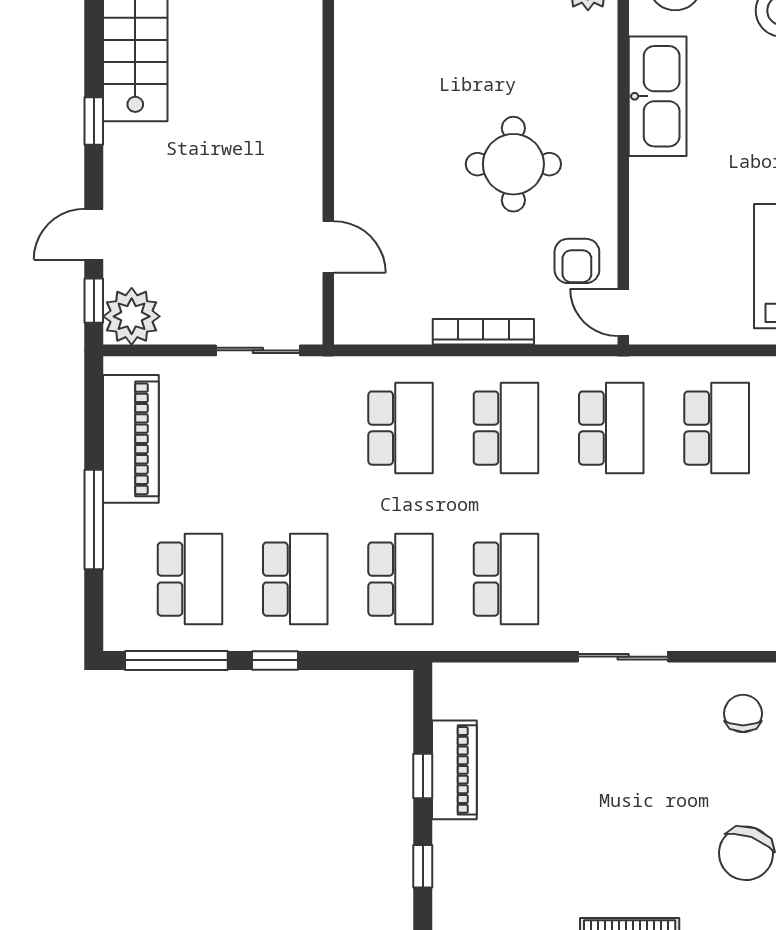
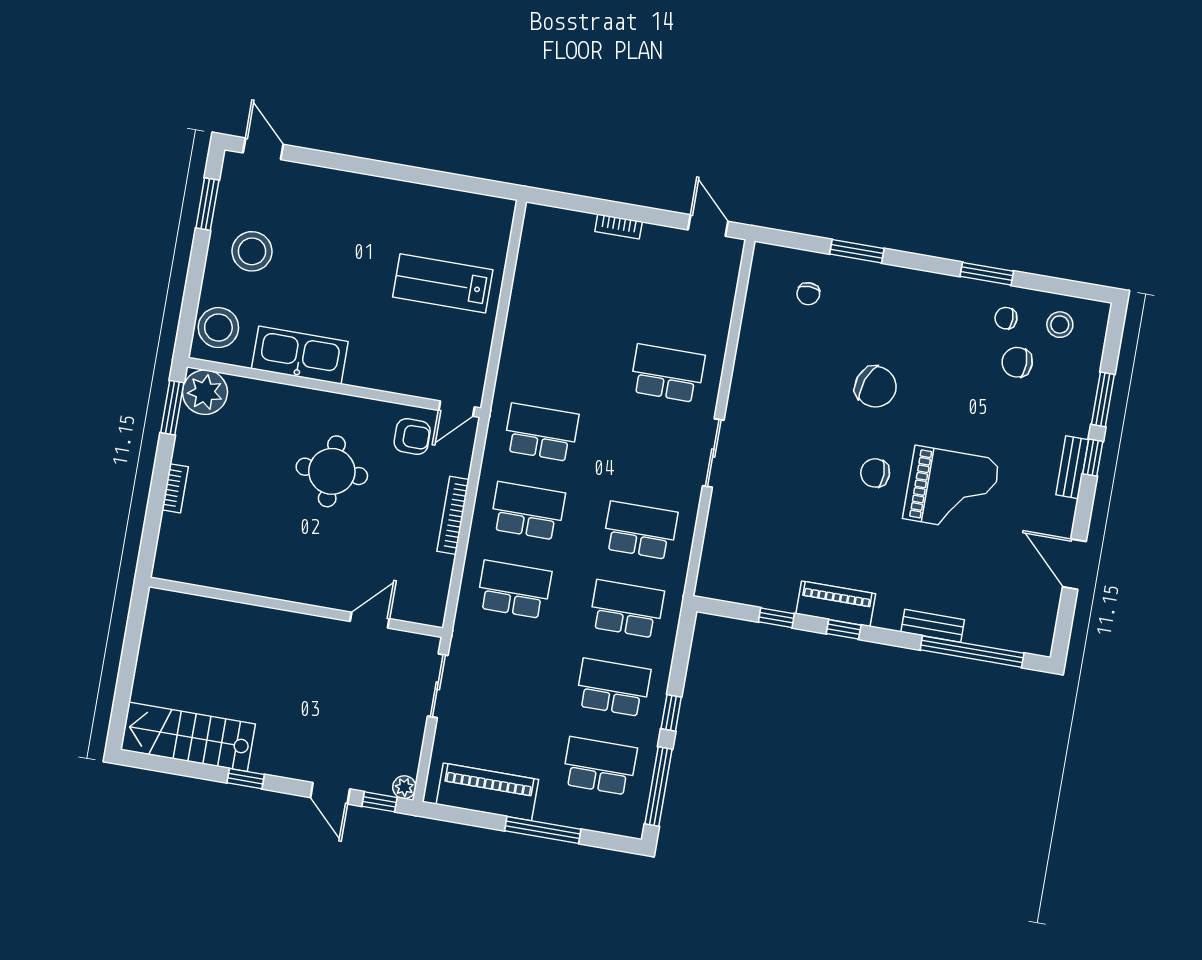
plant: (132, 316) -> (404, 787), width x0.53, depth x0.53
school desk: (717, 428) -> (667, 373), moved
chair: (743, 713) -> (875, 473), moved
piano: (454, 770) -> (836, 604), moved

